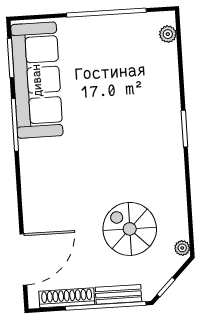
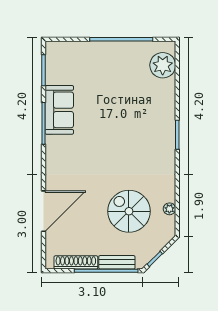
plant: (168, 34) -> (163, 65), width x1.88, depth x1.88
sofa: (37, 80) -> (59, 110), width x0.54, depth x0.79
plant: (182, 248) -> (169, 209), moved
door: (23, 259) -> (44, 211), moved

